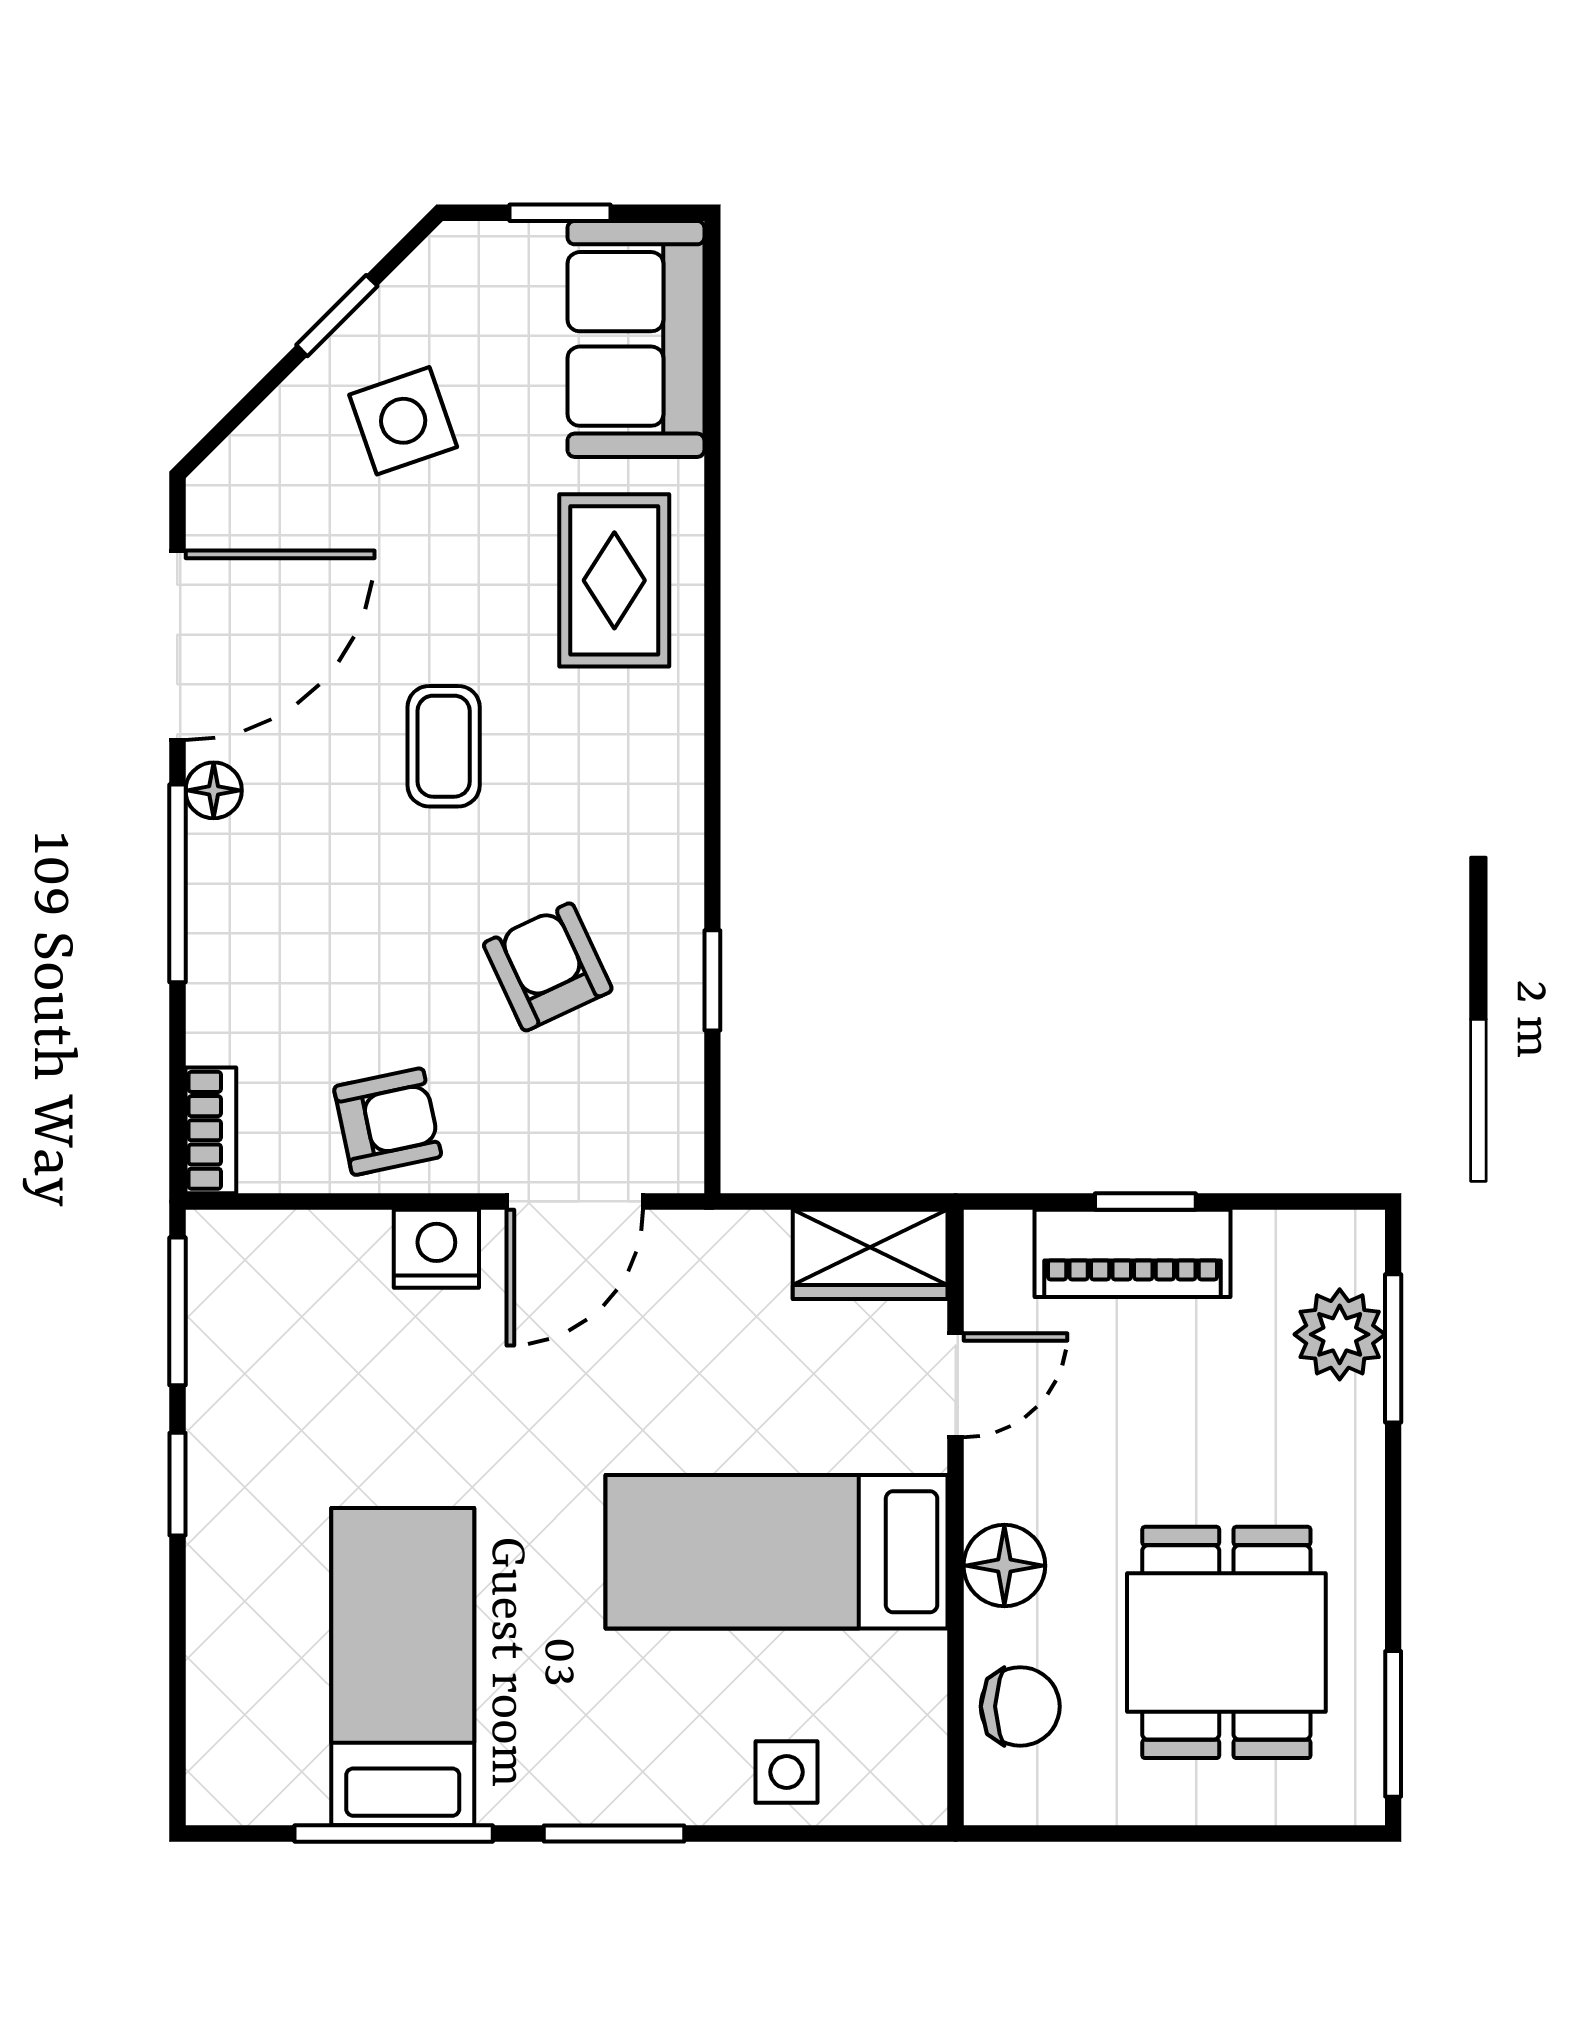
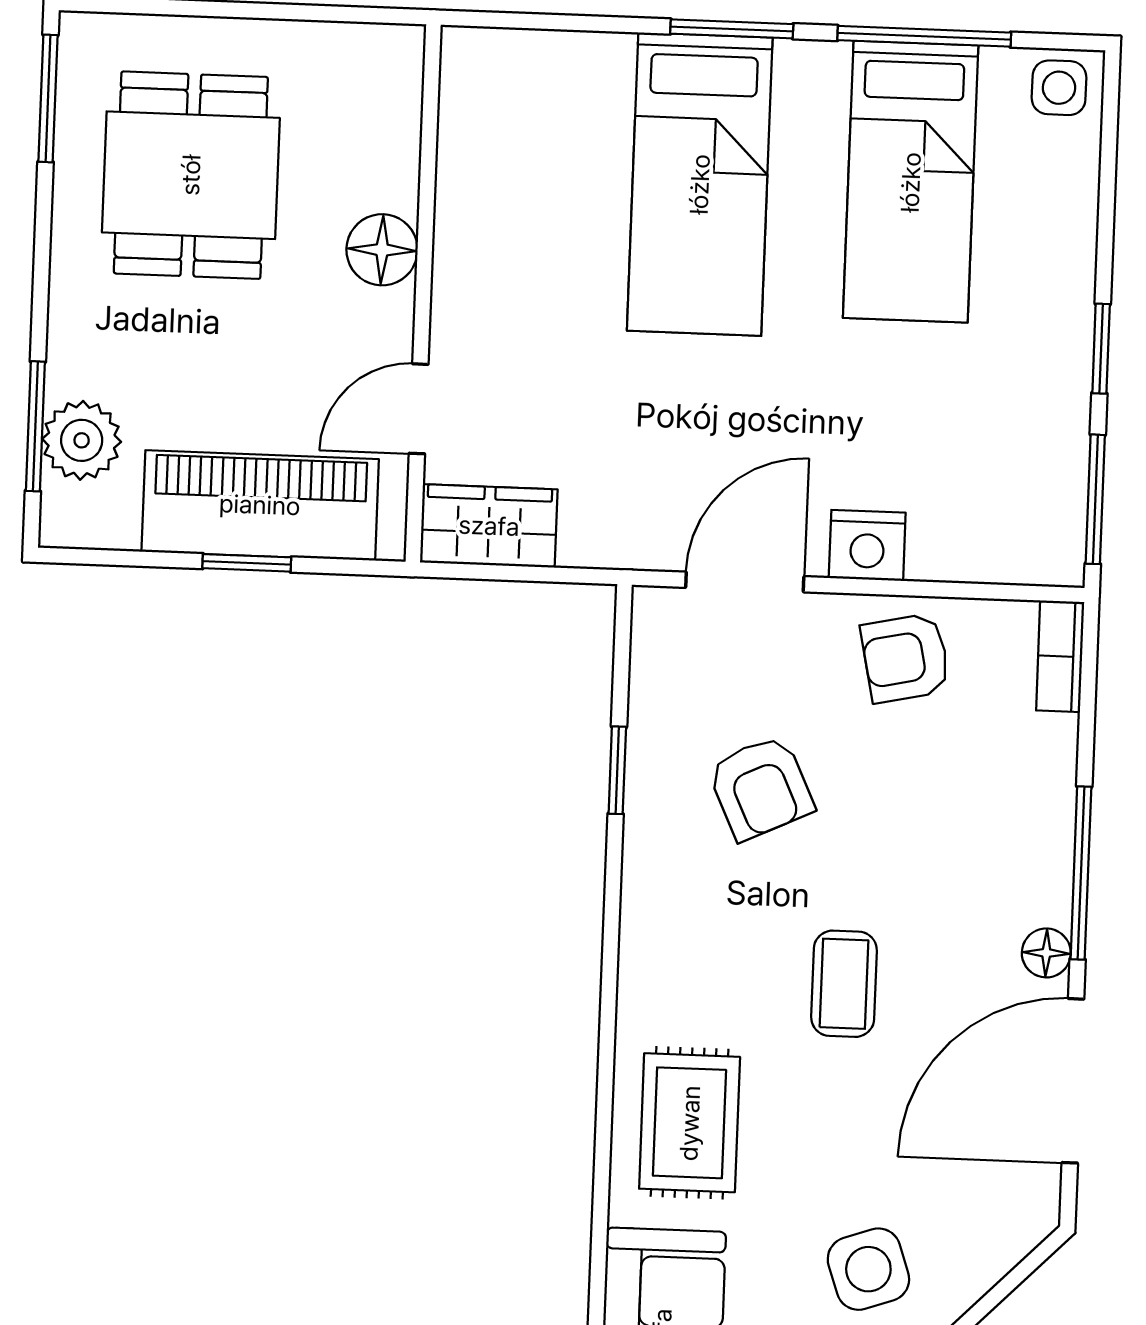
piano: (1133, 1253) -> (260, 505), width x1.37, depth x1.33
bed: (777, 1552) -> (700, 184), moved, turned 90
chair: (1020, 1706) -> (373, 126), removed
side table: (787, 1772) -> (1059, 88), moved

